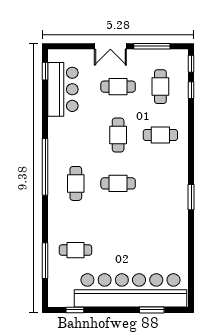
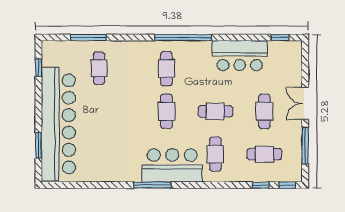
bar counter: (63, 89) -> (240, 56), moved
bar counter: (172, 178) -> (172, 165), added
cafe table: (76, 183) -> (166, 69), turned 90
window: (191, 197) -> (153, 185), width x1.44

